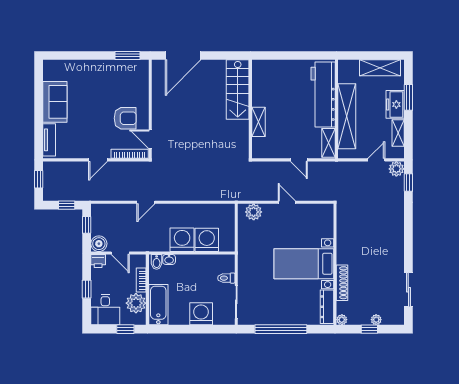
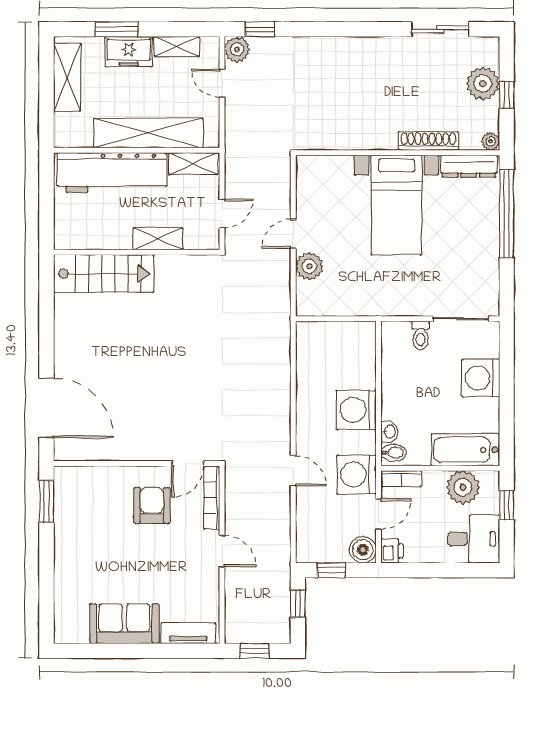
stairs: (238, 90) -> (104, 274), moved
wall: (250, 109) -> (137, 252), moved
shelving: (258, 122) -> (158, 239), moved
plant: (254, 212) -> (309, 266), moved
washing machine: (207, 240) -> (357, 474), moved
bookcase: (141, 280) -> (401, 479), moved
window: (87, 289) -> (439, 570), removed
plant: (376, 320) -> (483, 84), width x1.88, depth x1.88
window: (281, 329) -> (507, 214), moved

